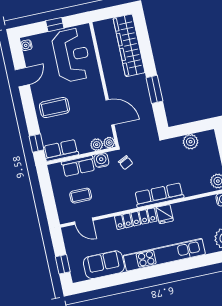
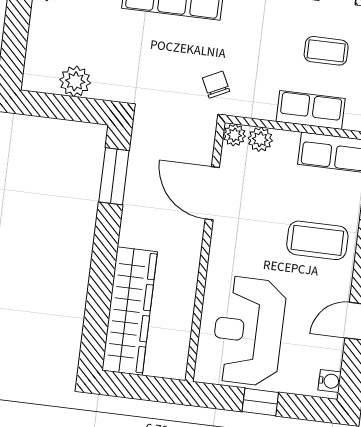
window: (154, 89) -> (114, 176), moved
water cooler: (101, 160) -> (262, 106), removed

